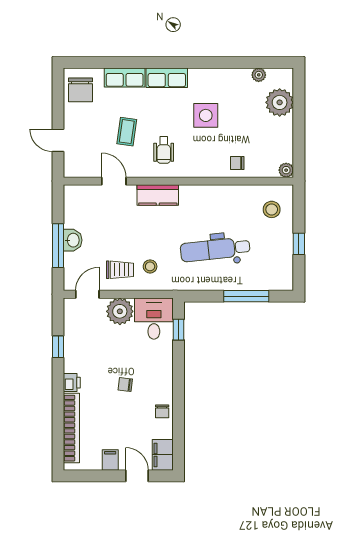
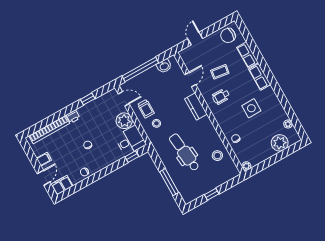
stool: (272, 209) -> (217, 156), moved
washbasin: (73, 240) -> (164, 66), moved
window: (58, 246) -> (140, 69), width x1.46

